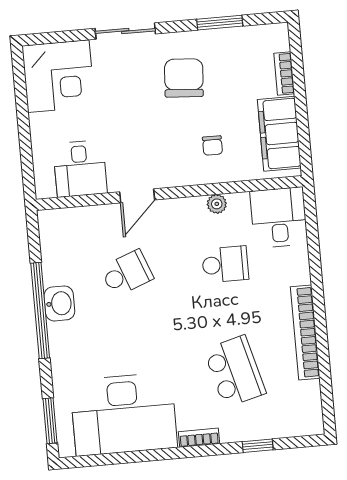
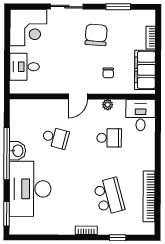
desk: (80, 169) -> (24, 67), moved, turned 90
door: (137, 196) -> (78, 96), moved
school desk: (127, 273) -> (55, 138), turned 36
bookcase: (305, 332) -> (149, 196), moved
desk: (124, 414) -> (30, 189), moved, turned 90

